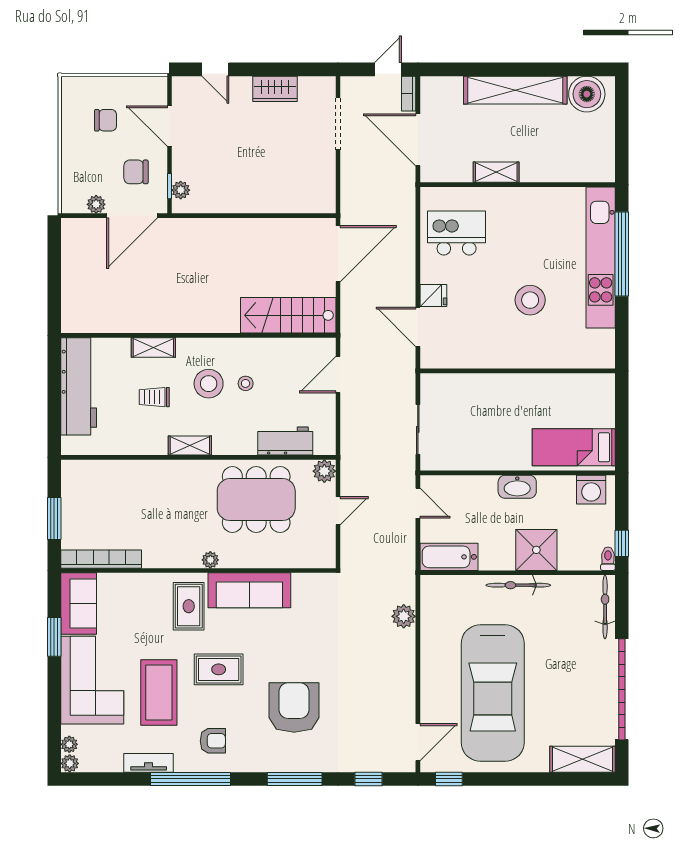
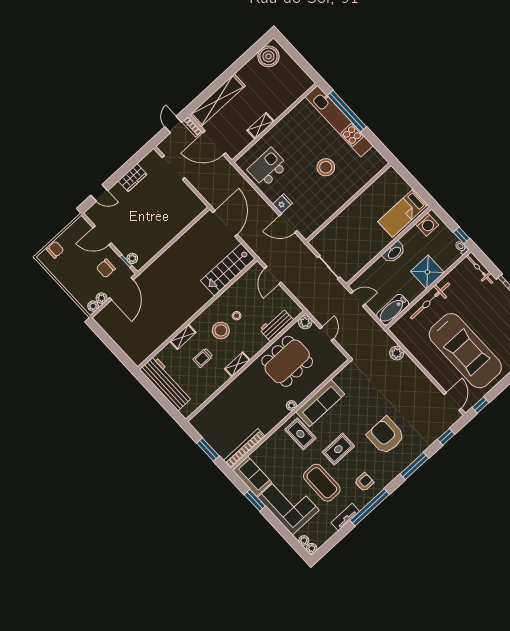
shelving: (515, 90) -> (218, 100), moved
chair: (106, 120) -> (55, 250), moved
plant: (76, 205) -> (93, 306), added
bicycle: (518, 585) -> (430, 301), width x1.37, depth x1.40

